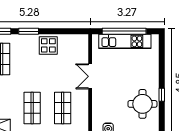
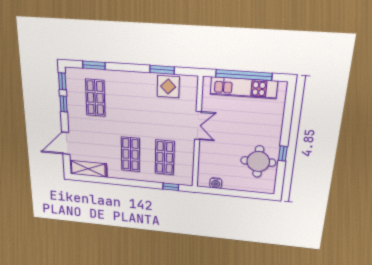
window: (29, 31) -> (162, 70), moved
display table: (48, 45) -> (168, 87), moved
double door: (90, 76) -> (198, 126), swing flipped

